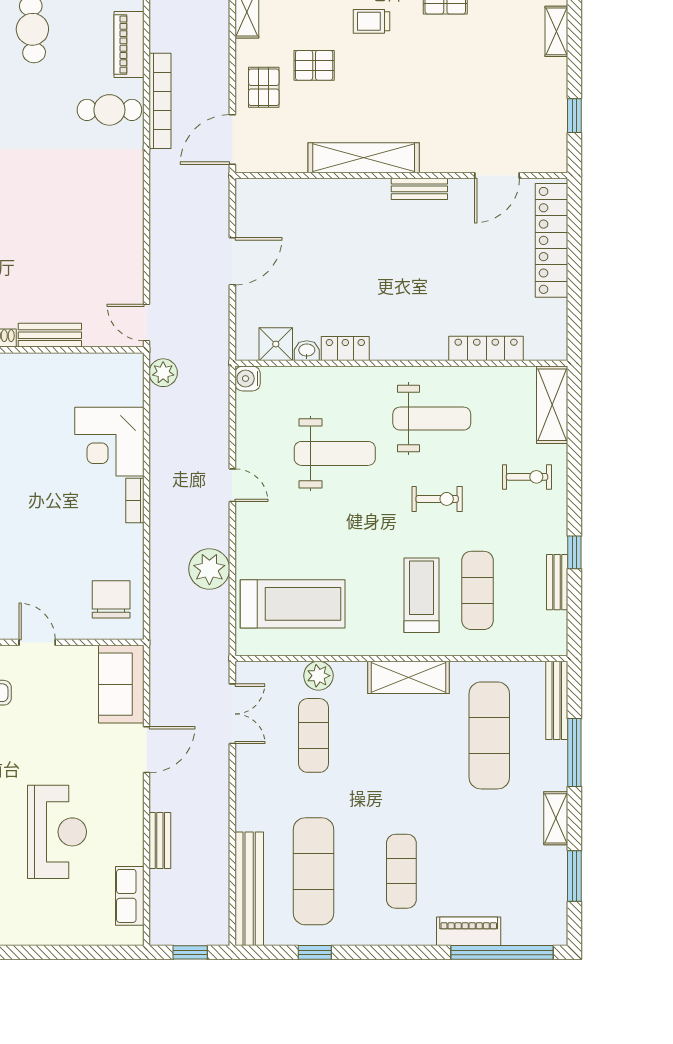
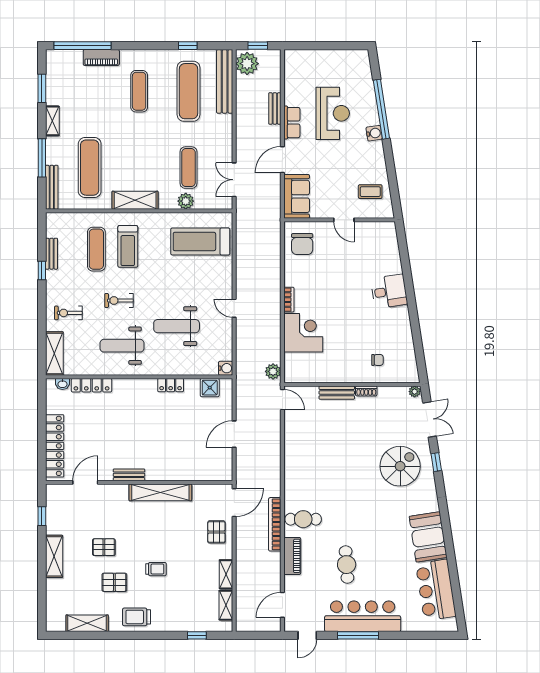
shelving: (556, 31) -> (54, 556), width x1.50, depth x1.33
pallet: (314, 65) -> (104, 547), moved
washbasin: (307, 351) -> (62, 384), moved
plant: (209, 569) -> (247, 64), moved
reception desk: (57, 832) -> (333, 113), turned 180
row of seats: (130, 896) -> (292, 123), moved

